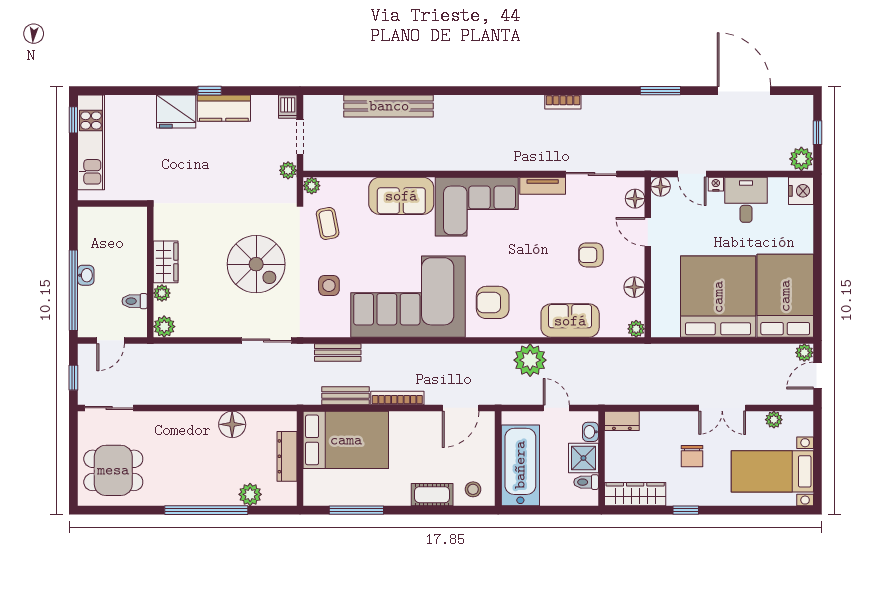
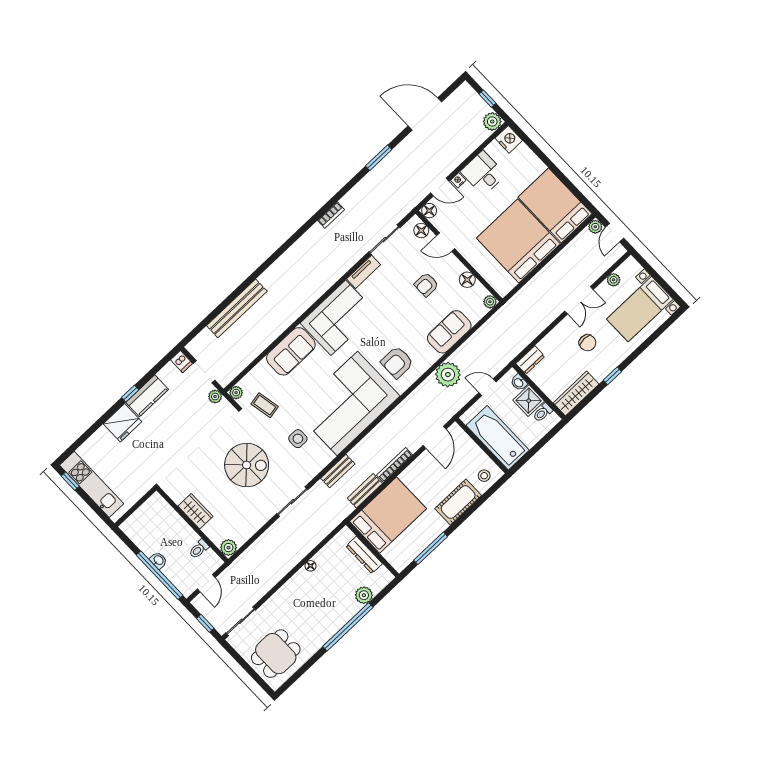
plant: (162, 293) -> (210, 530), removed
floor lamp: (232, 424) -> (311, 566), width x0.53, depth x0.53
cot: (432, 495) -> (458, 502), width x1.37, depth x1.34

